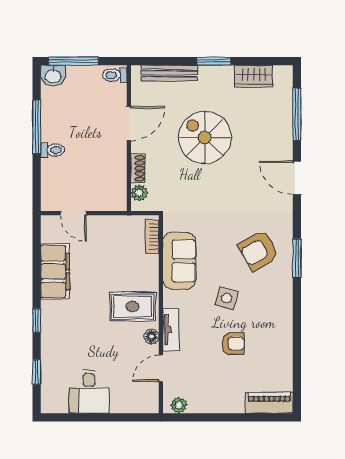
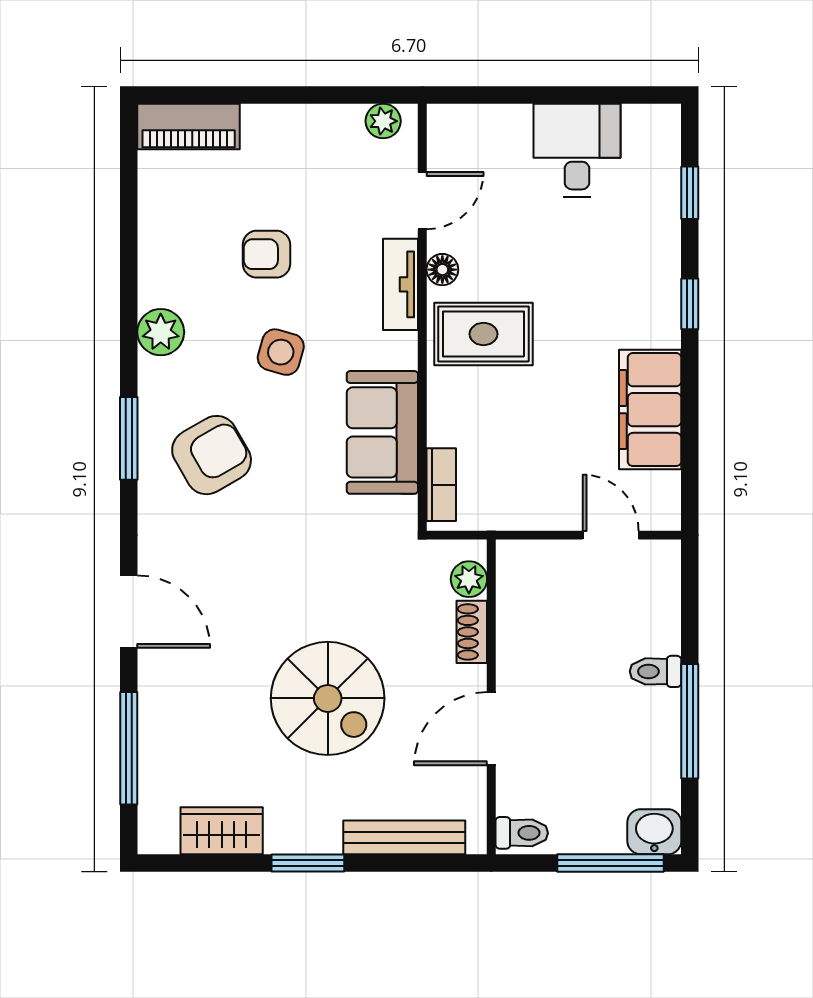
plant: (282, 307) -> (161, 332), added

